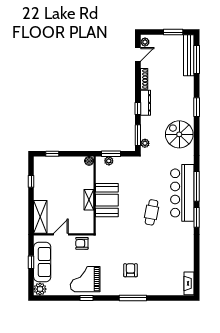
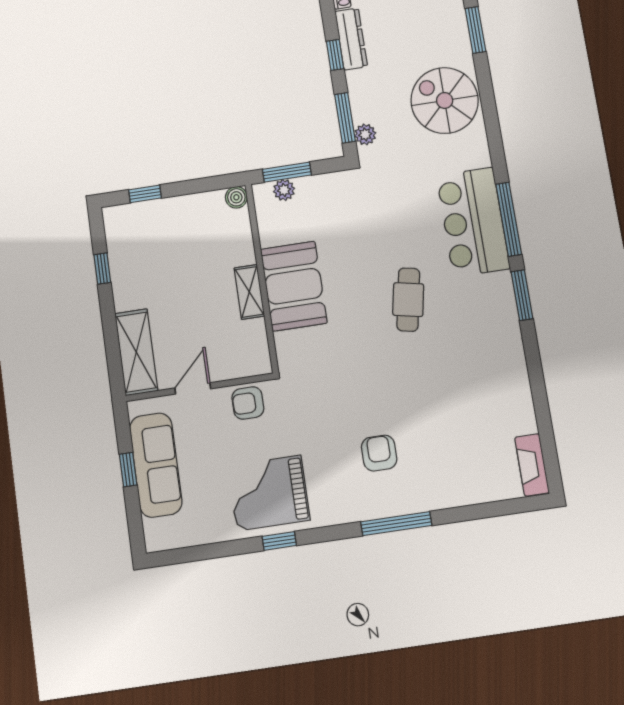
bar counter: (182, 193) -> (473, 222), width x0.73
plant: (40, 289) -> (159, 535), removed

